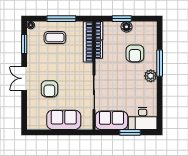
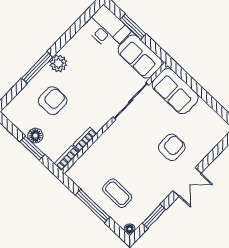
bookcase: (88, 42) -> (88, 157), removed
sofa: (64, 120) -> (175, 91), moved

